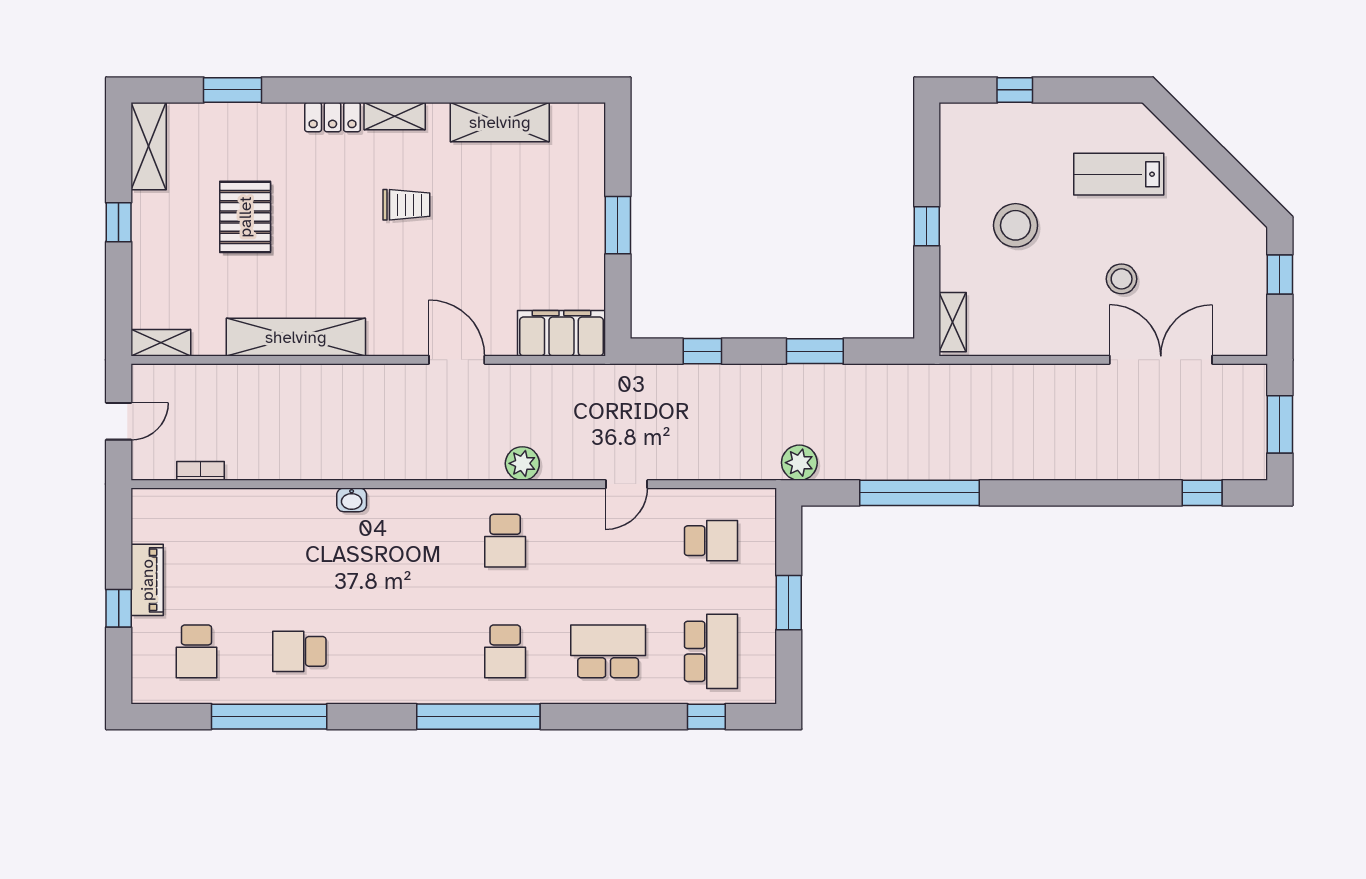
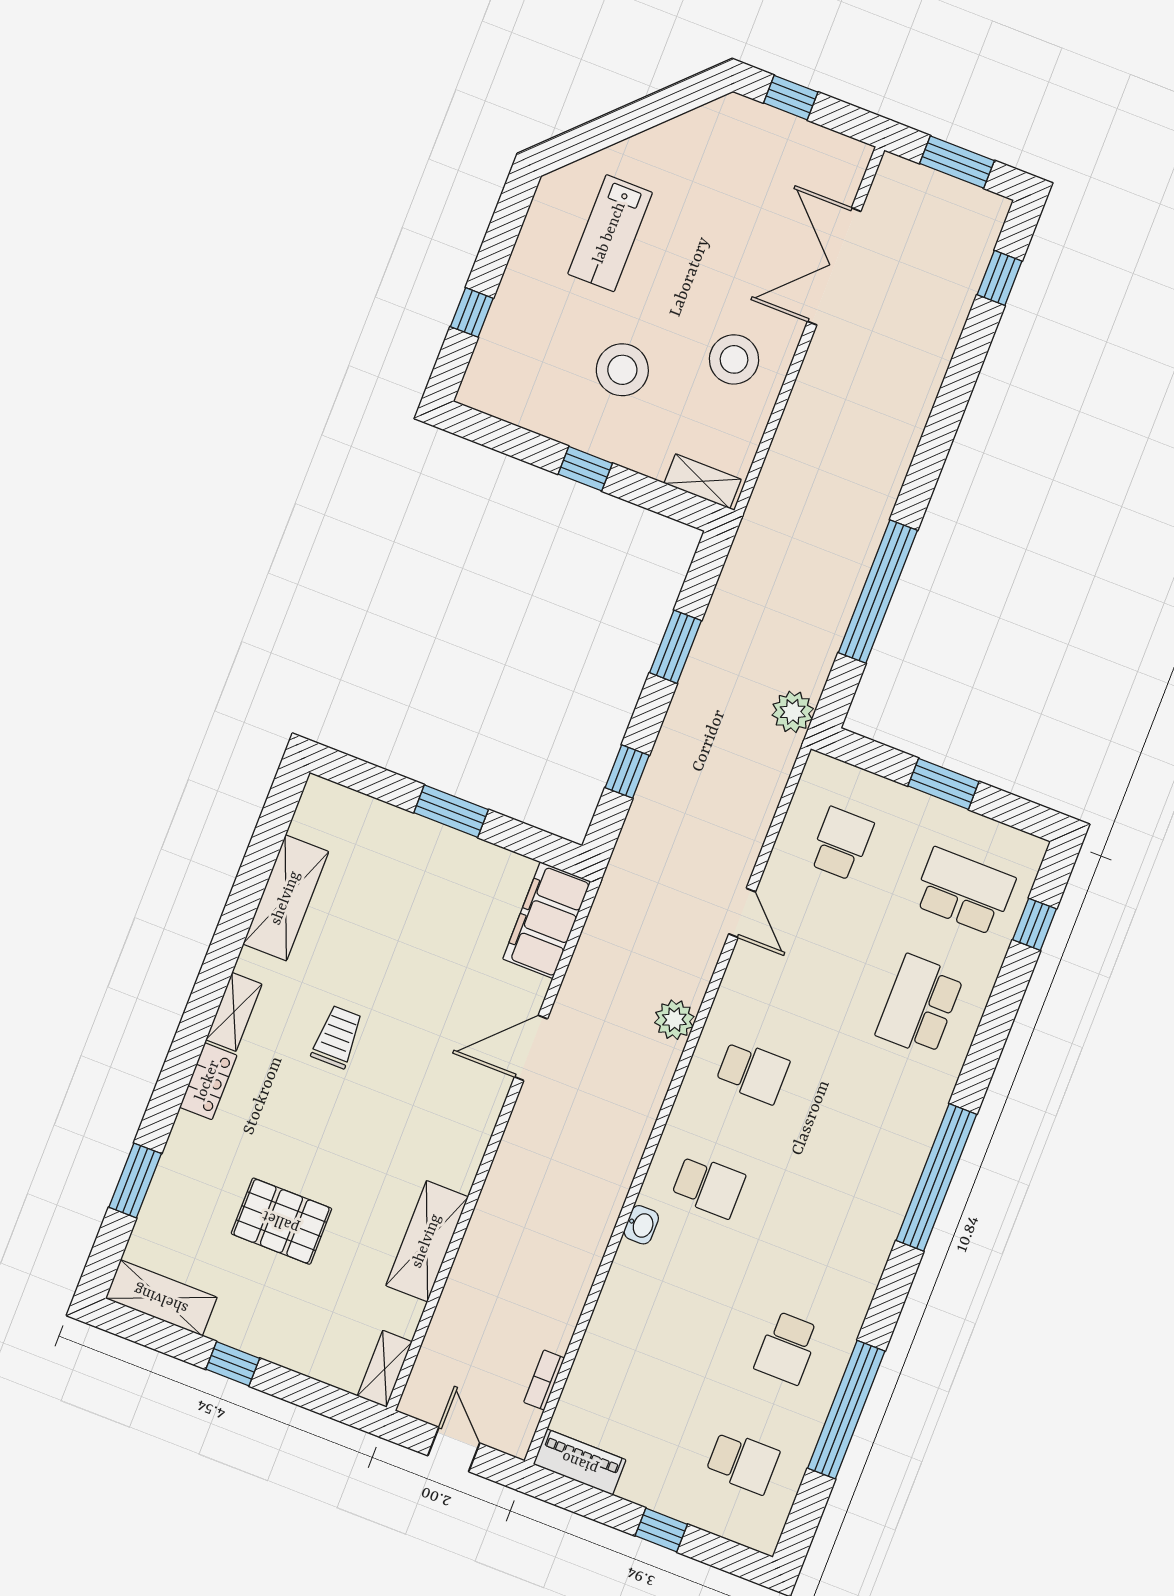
stool: (1122, 279) -> (734, 359), moved, width x1.38, depth x1.38
shelving: (296, 337) -> (427, 1241), width x0.68
piano: (147, 580) -> (580, 1462), moved
school desk: (505, 651) -> (708, 1186), moved

